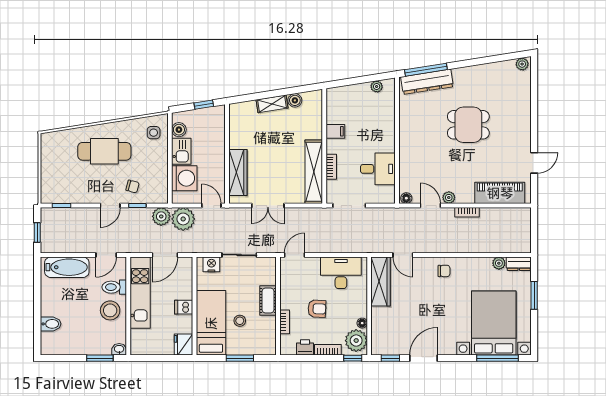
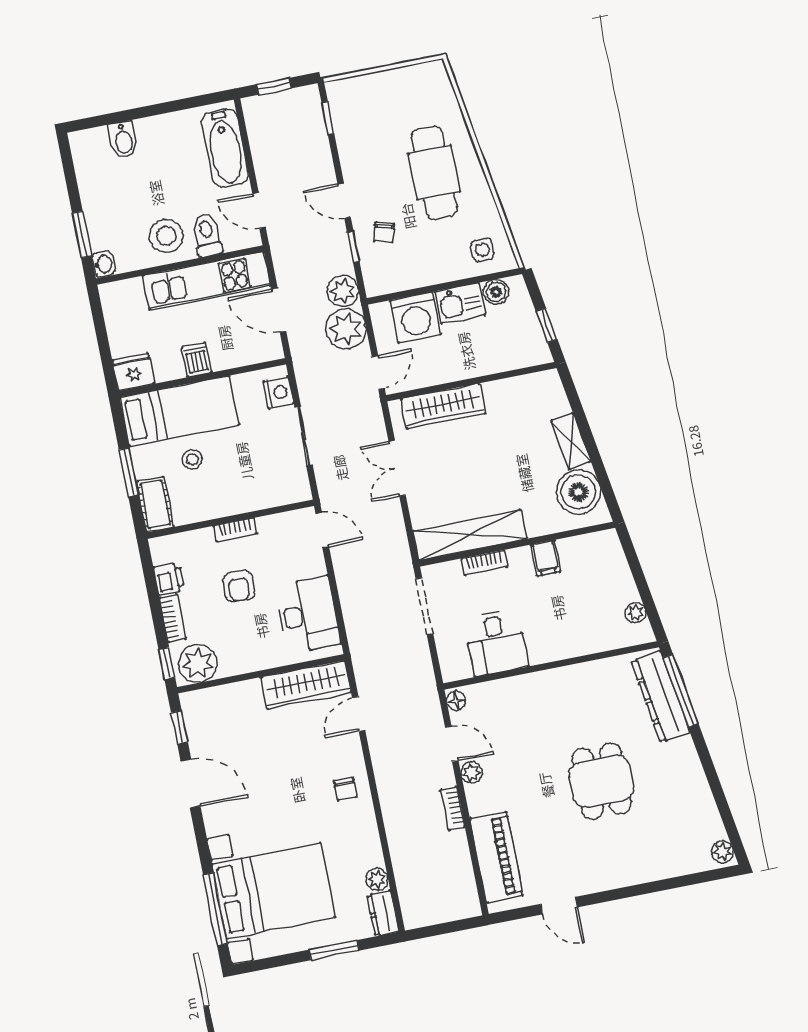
boiler: (295, 100) -> (578, 492), width x1.86, depth x1.86
door: (430, 206) -> (452, 744), hinge flipped
cot: (268, 301) -> (155, 504), moved, turned 90
bookcase: (285, 322) -> (235, 530), moved
floor lamp: (362, 323) -> (229, 668), removed

